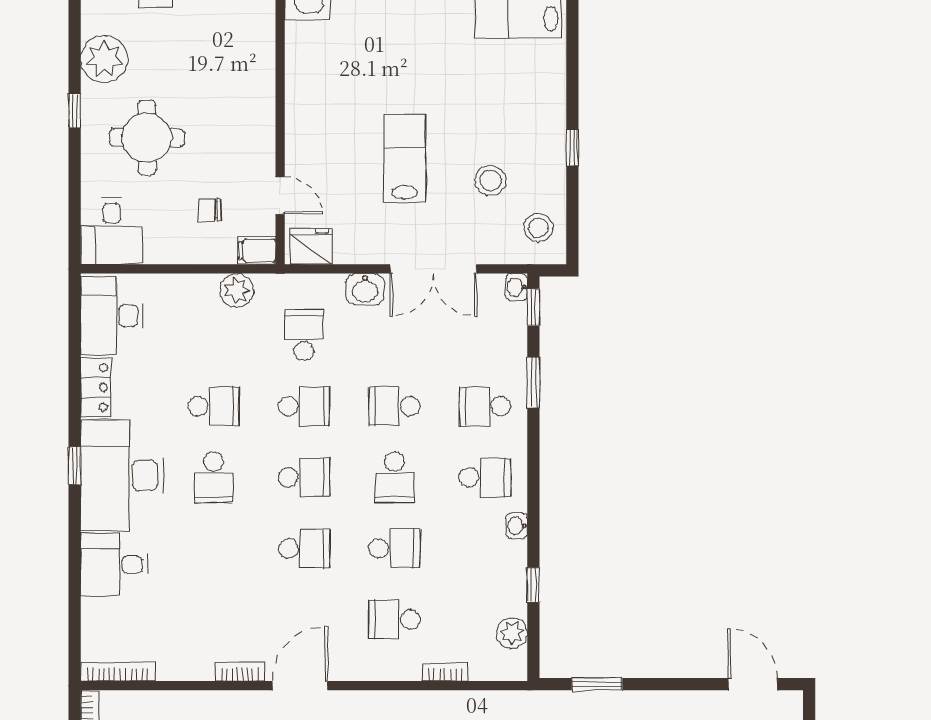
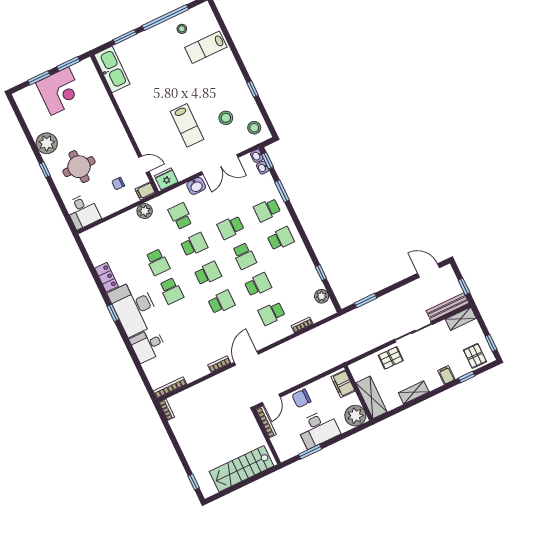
lab bench: (405, 158) -> (187, 125), turned 180
desk: (111, 316) -> (99, 245), removed
school desk: (214, 406) -> (158, 262), turned 90
washbasin: (517, 526) -> (263, 168), moved

